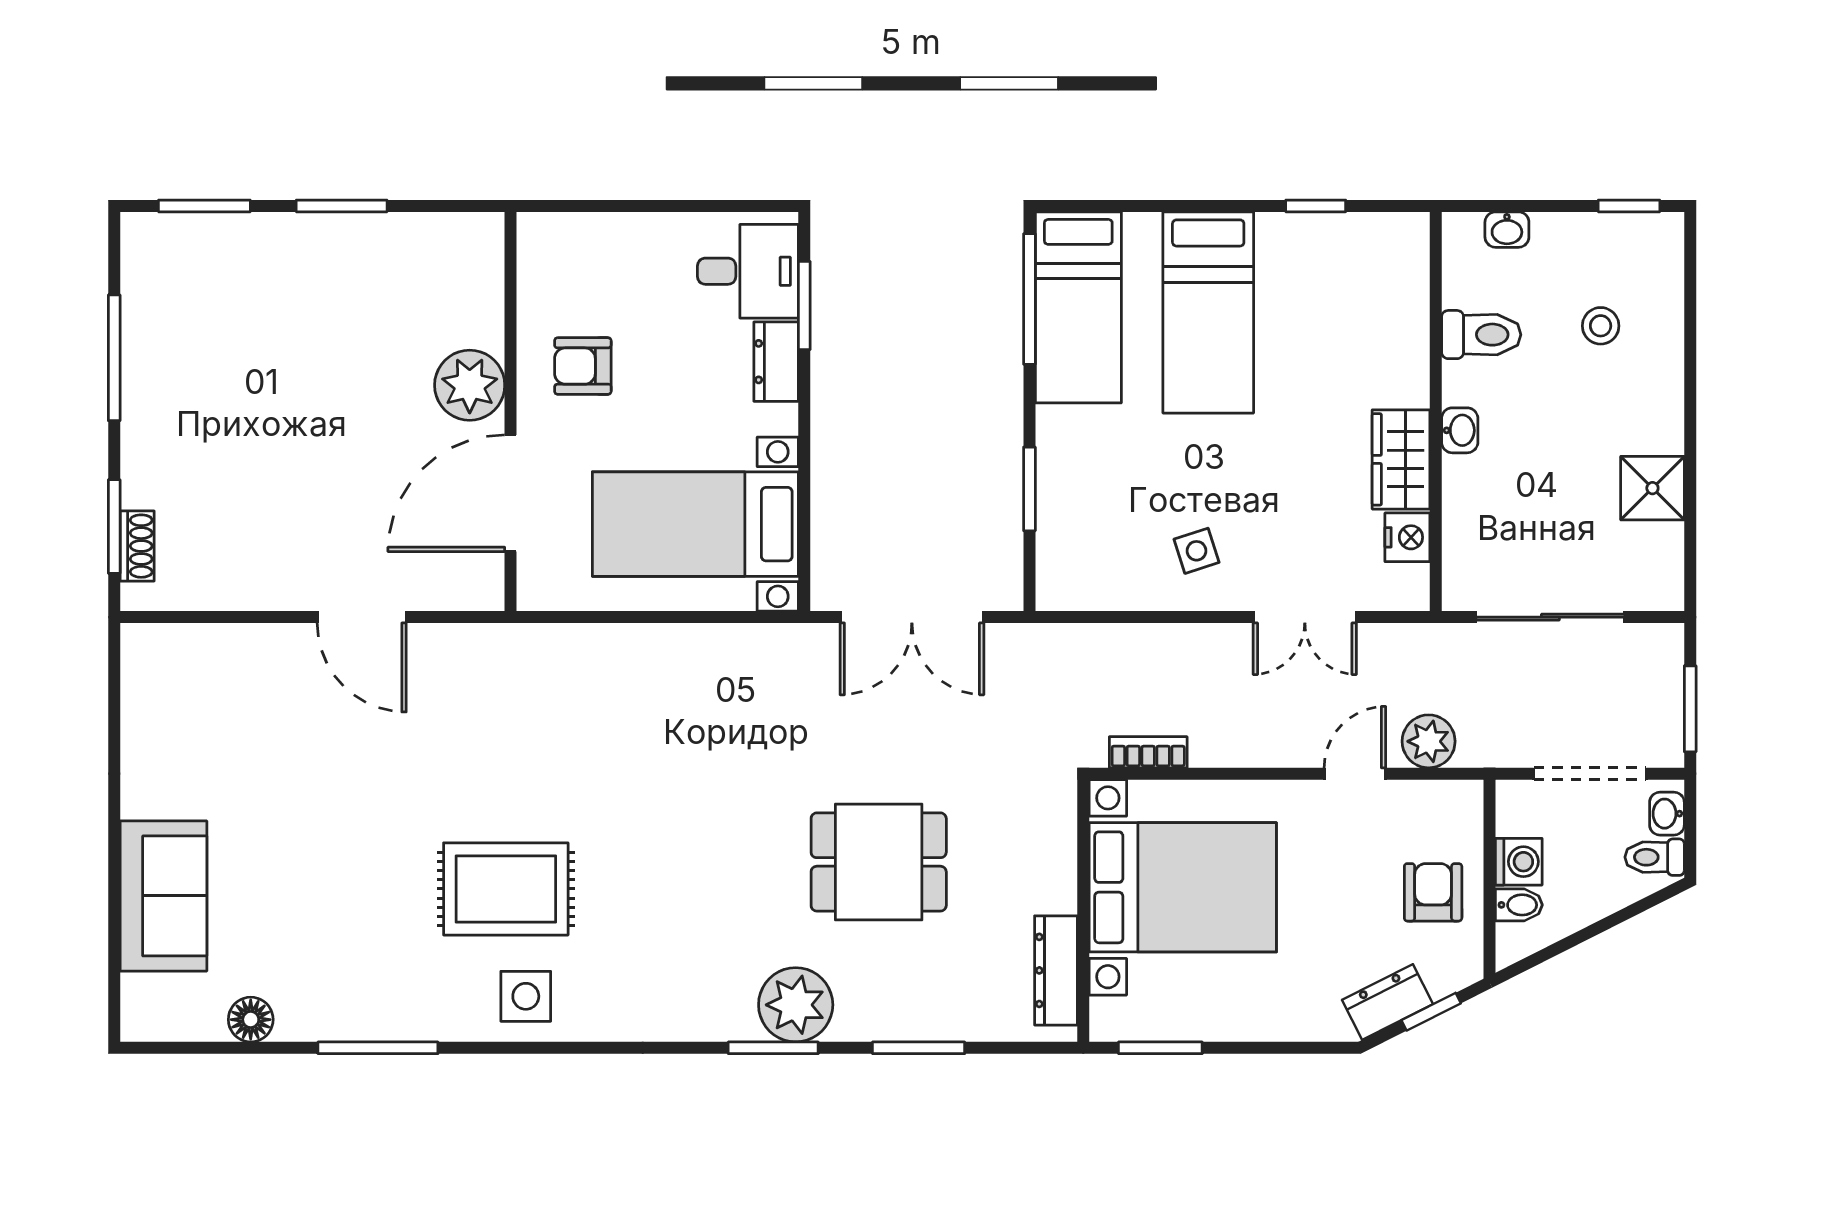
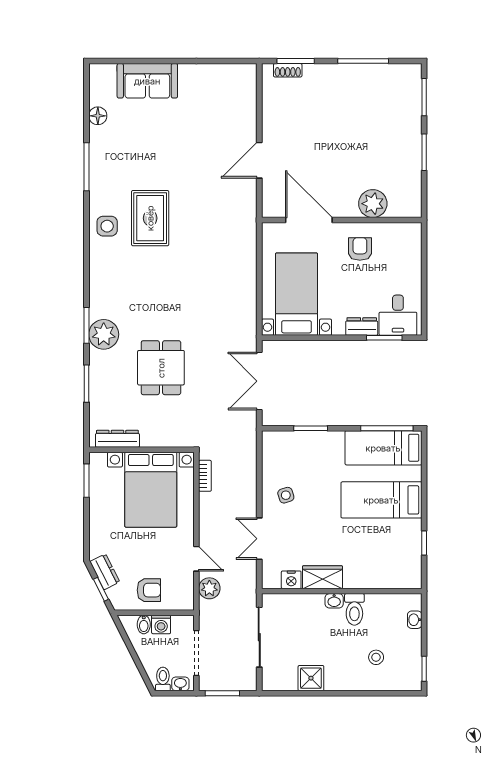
toilet: (1481, 335) -> (354, 609), moved
plant: (470, 385) -> (373, 204), moved

